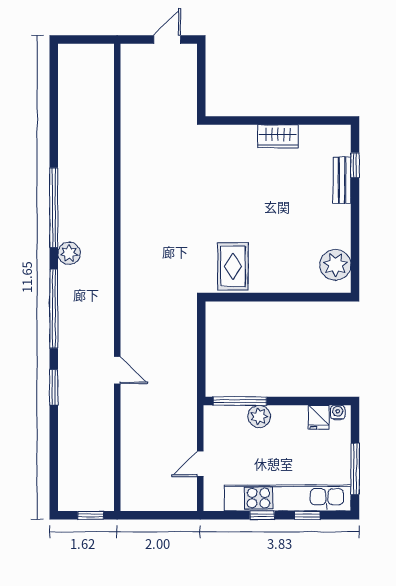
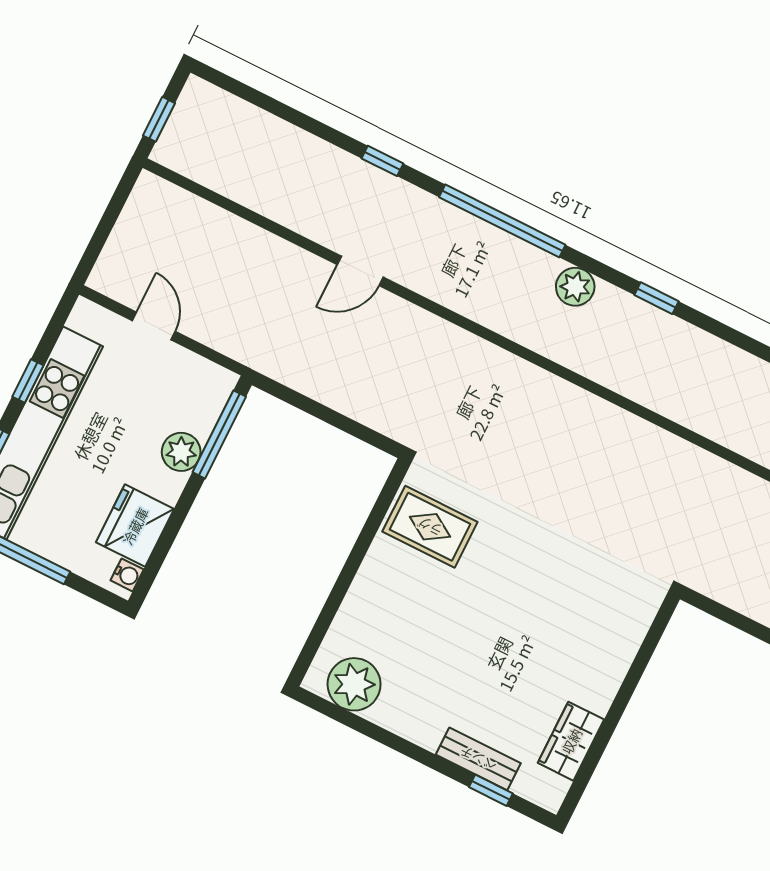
wardrobe: (278, 136) -> (571, 741), moved
window: (54, 208) -> (657, 298), width x0.32
window: (54, 387) -> (382, 161), width x0.67
fridge: (319, 417) -> (135, 526), width x1.88, depth x1.34

